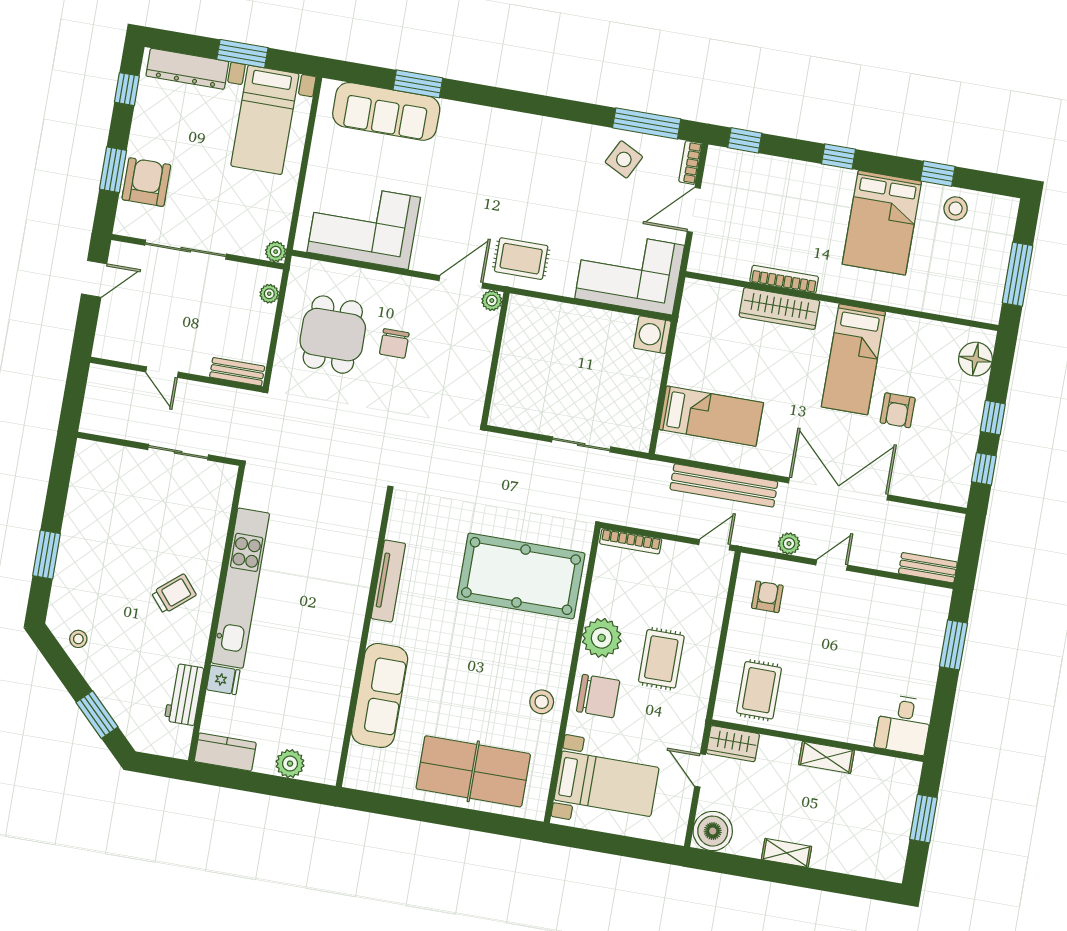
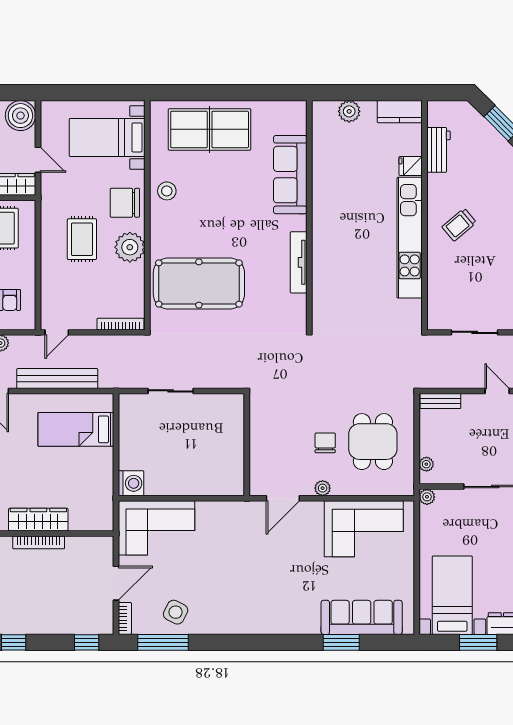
rug: (521, 259) -> (240, 524), removed
plant: (492, 301) -> (323, 488), moved

